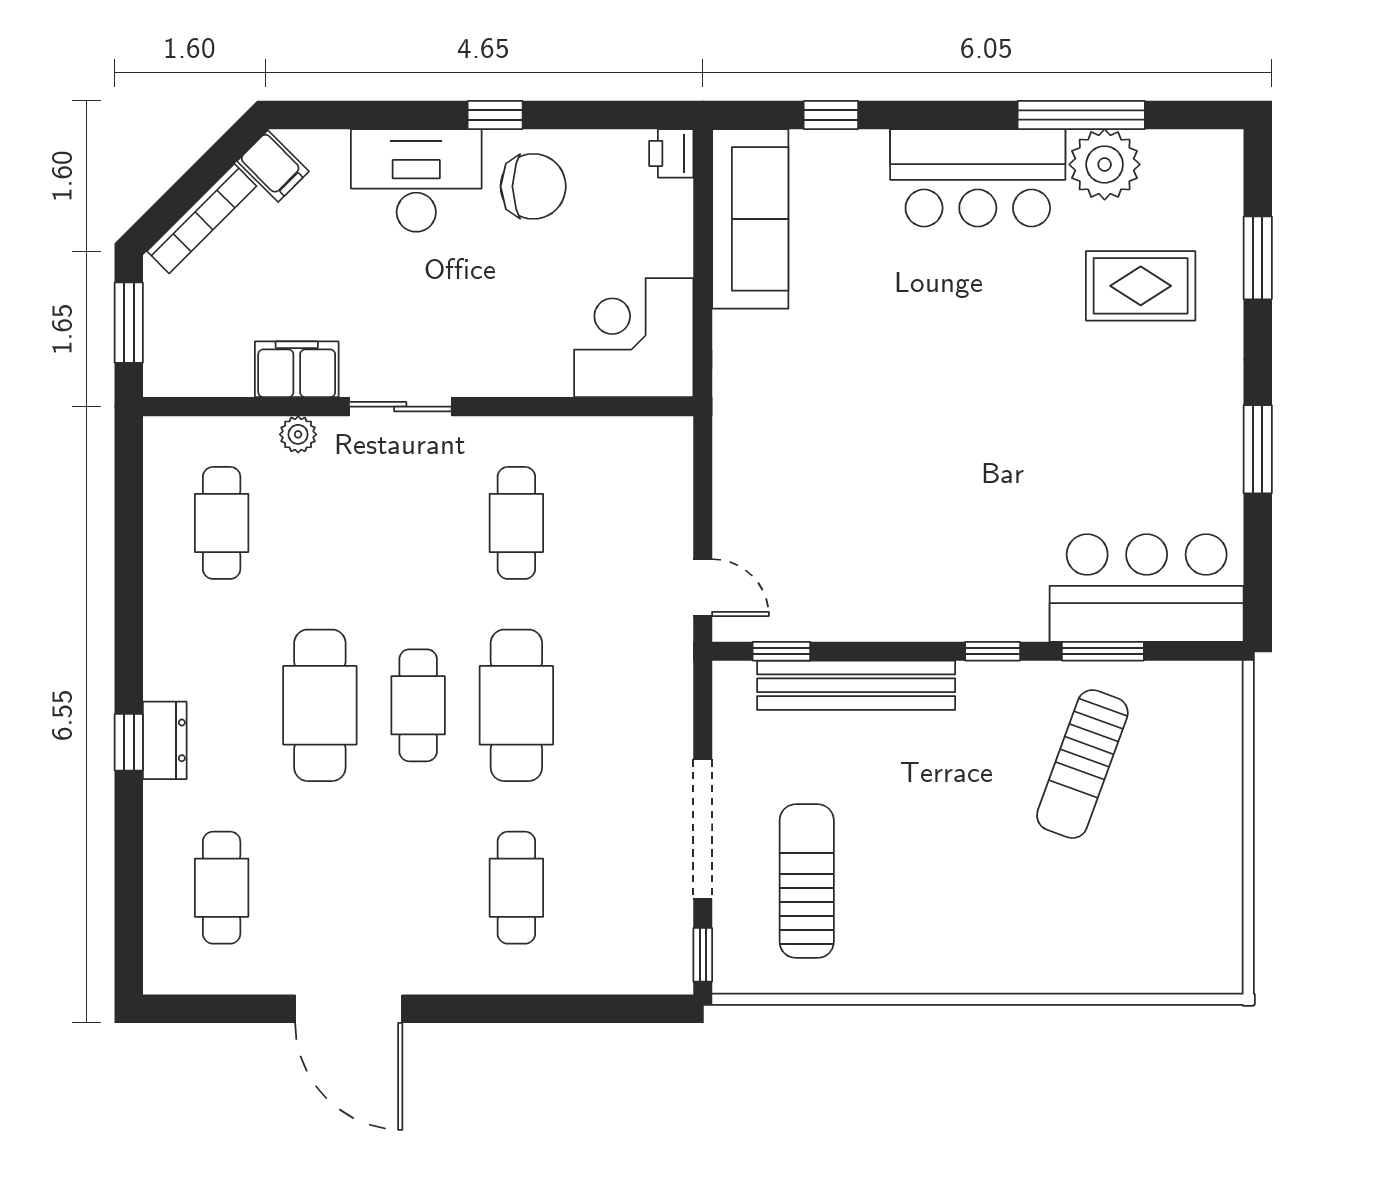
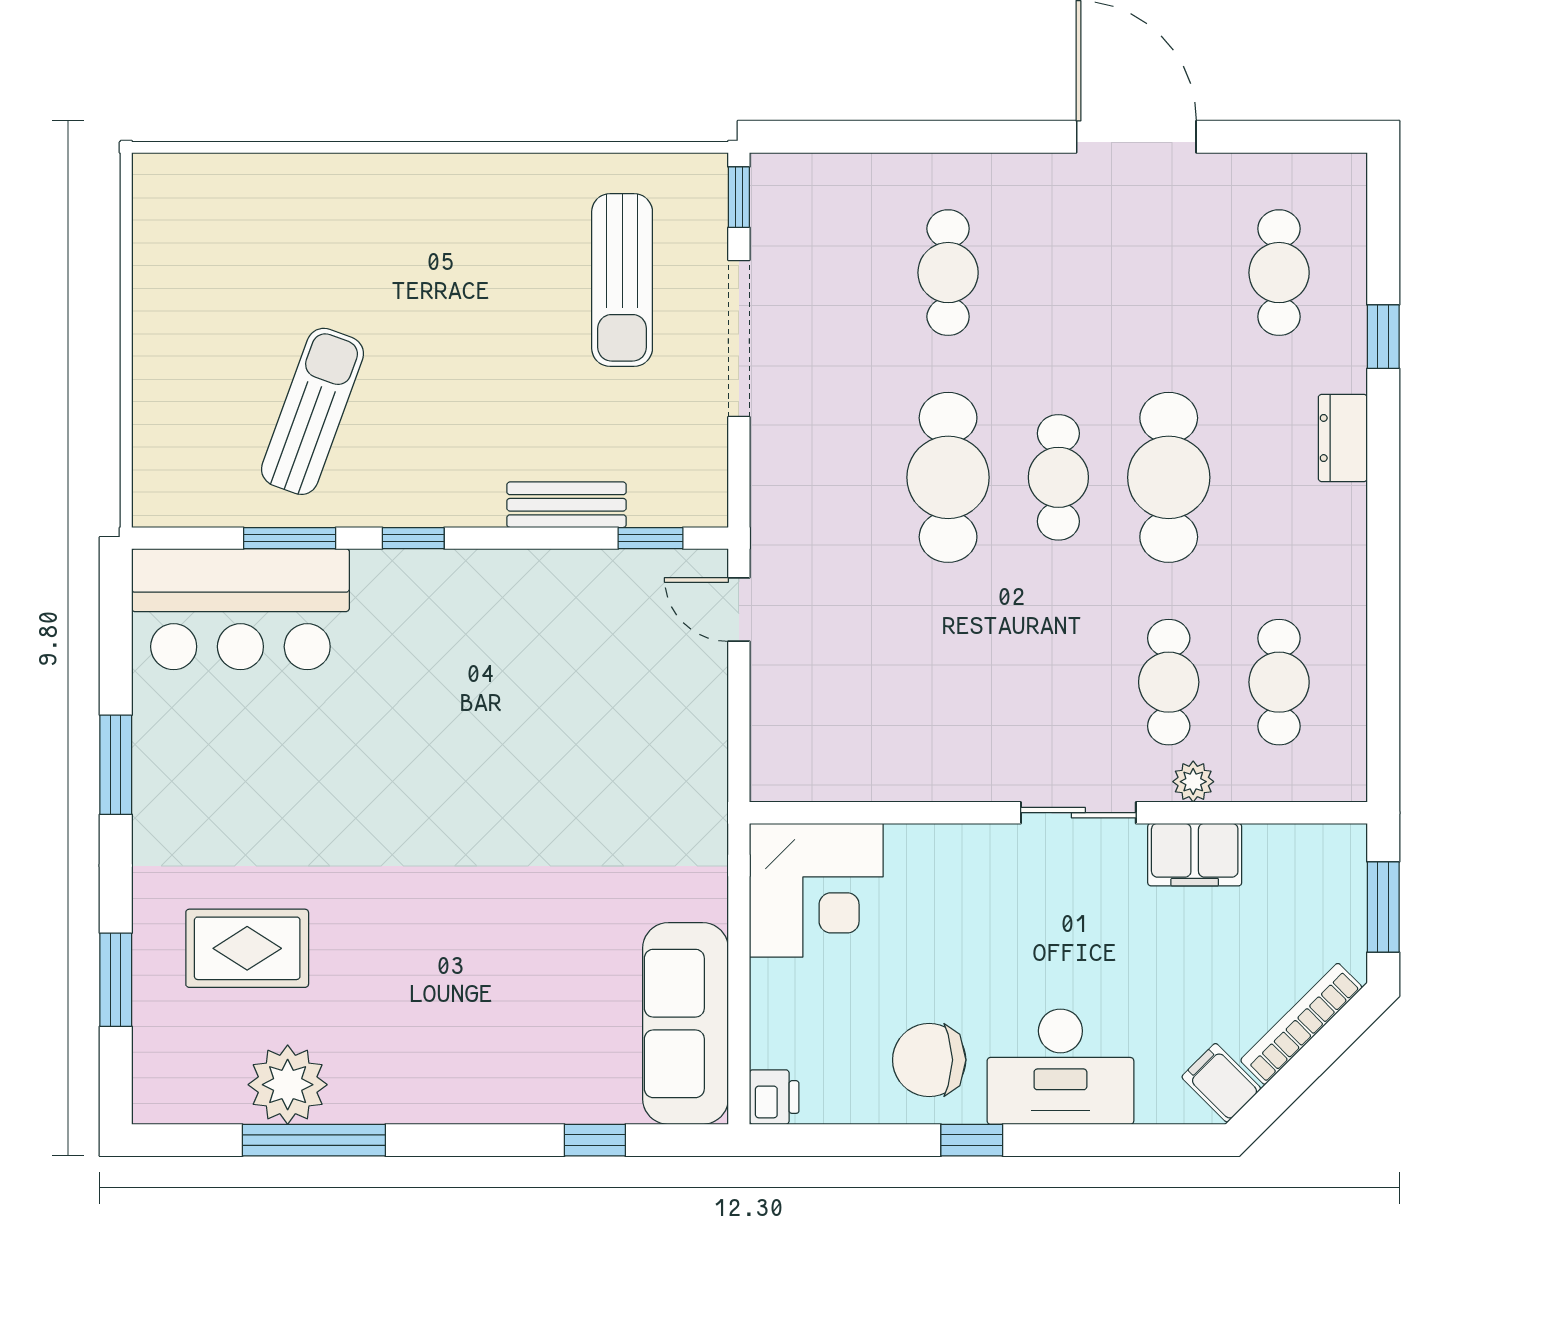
bar counter: (978, 178) -> (430, 1070), removed
cafe table: (516, 523) -> (1169, 682), moved
bench: (856, 685) -> (567, 505), width x0.54, depth x0.82
window: (129, 742) -> (1383, 337), moved

